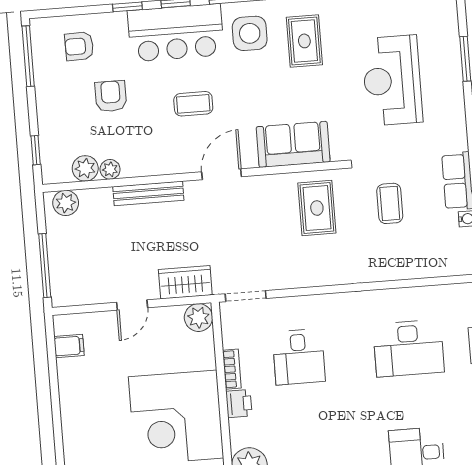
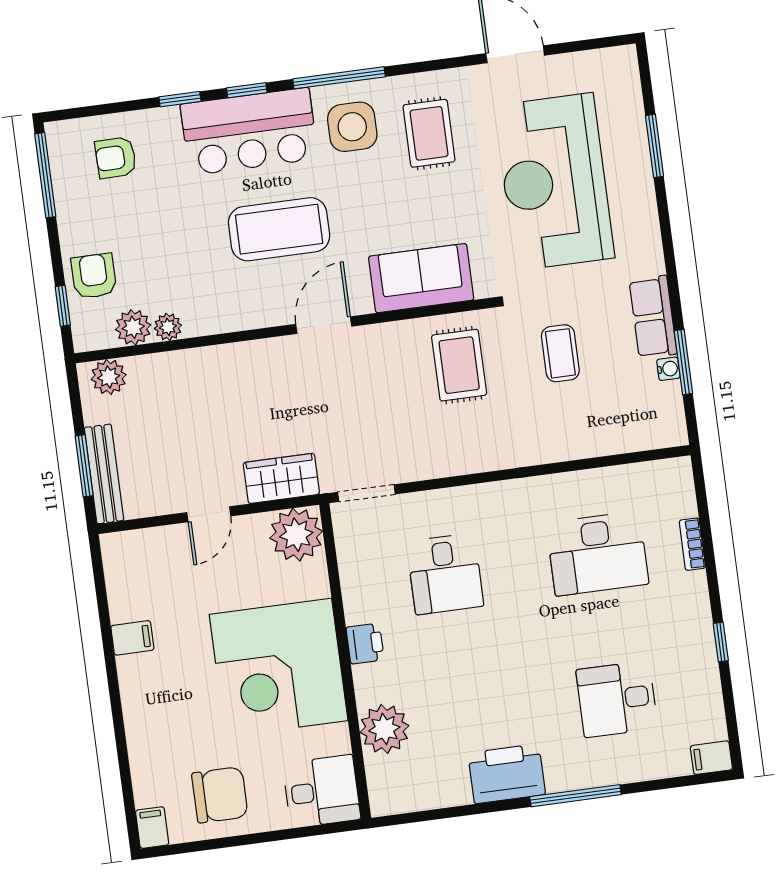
reception desk: (392, 80) -> (554, 182), width x1.36, depth x1.30
armchair: (111, 96) -> (94, 276), moved
coffee table: (193, 104) -> (279, 229), width x1.86, depth x1.72
bench: (148, 193) -> (104, 474), moved, turned 90
window: (45, 266) -> (84, 466), width x0.69
plant: (198, 318) -> (296, 535), width x1.36, depth x1.36
filing cabinet: (69, 346) -> (132, 638), moved
bookcase: (232, 369) -> (353, 596), removed

